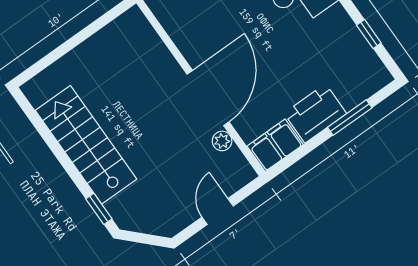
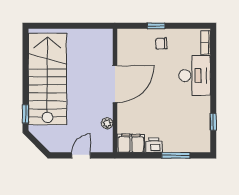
door: (208, 98) -> (115, 84), moved
printer: (315, 113) -> (154, 145), width x0.53, depth x0.68
stairs: (86, 145) -> (47, 79), width x1.36, depth x1.51

